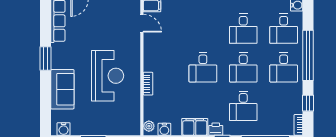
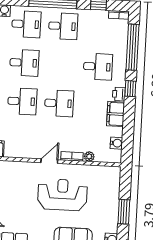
door: (142, 23) -> (49, 161), moved
desk: (243, 67) -> (22, 101), moved
plant: (149, 126) -> (89, 157), moved

